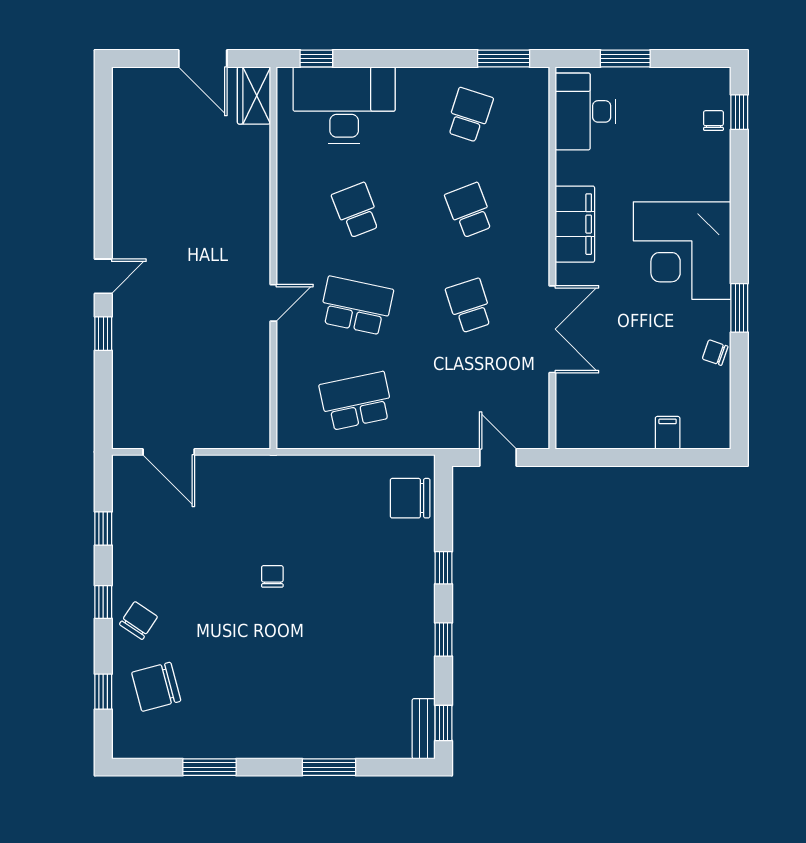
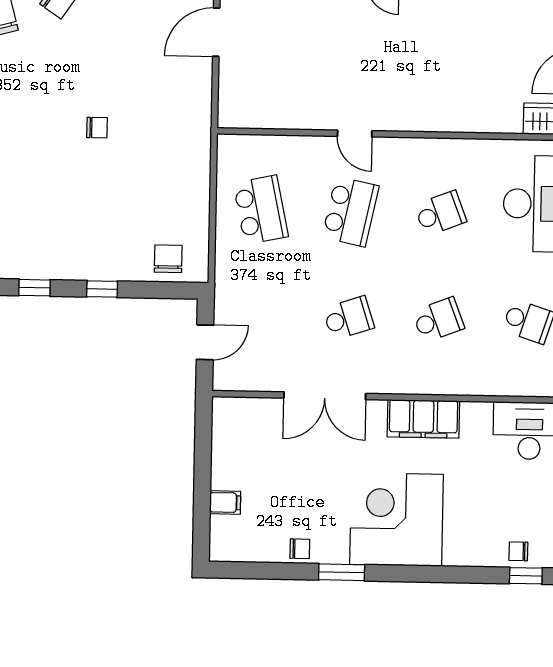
chair: (713, 121) -> (518, 551), turned 180
chair: (715, 353) -> (300, 549), turned 71
chair: (410, 498) -> (168, 259), width x0.73, depth x0.73

